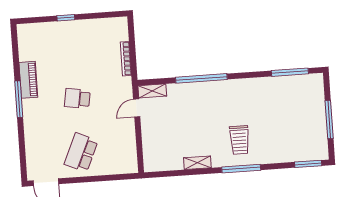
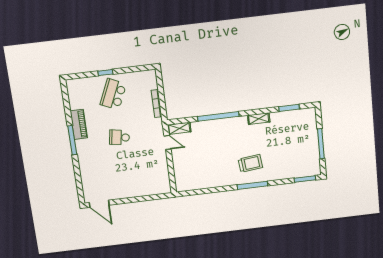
window: (290, 72) -> (289, 108), width x0.69
door: (137, 108) -> (167, 142), swing flipped
trolley: (239, 140) -> (250, 163), turned -96
school desk: (81, 152) -> (113, 94), moved
shelving: (197, 163) -> (259, 119), moved

